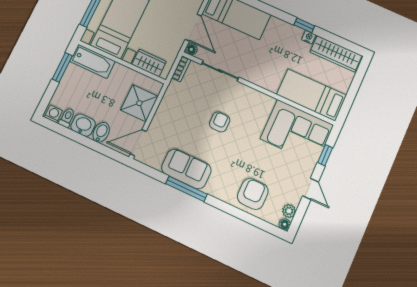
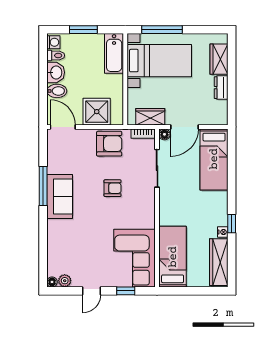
wardrobe: (149, 63) -> (150, 117), moved, turned -90
window: (62, 67) -> (83, 30), moved
sofa: (186, 169) -> (60, 196), moved
armchair: (253, 194) -> (109, 144), moved

